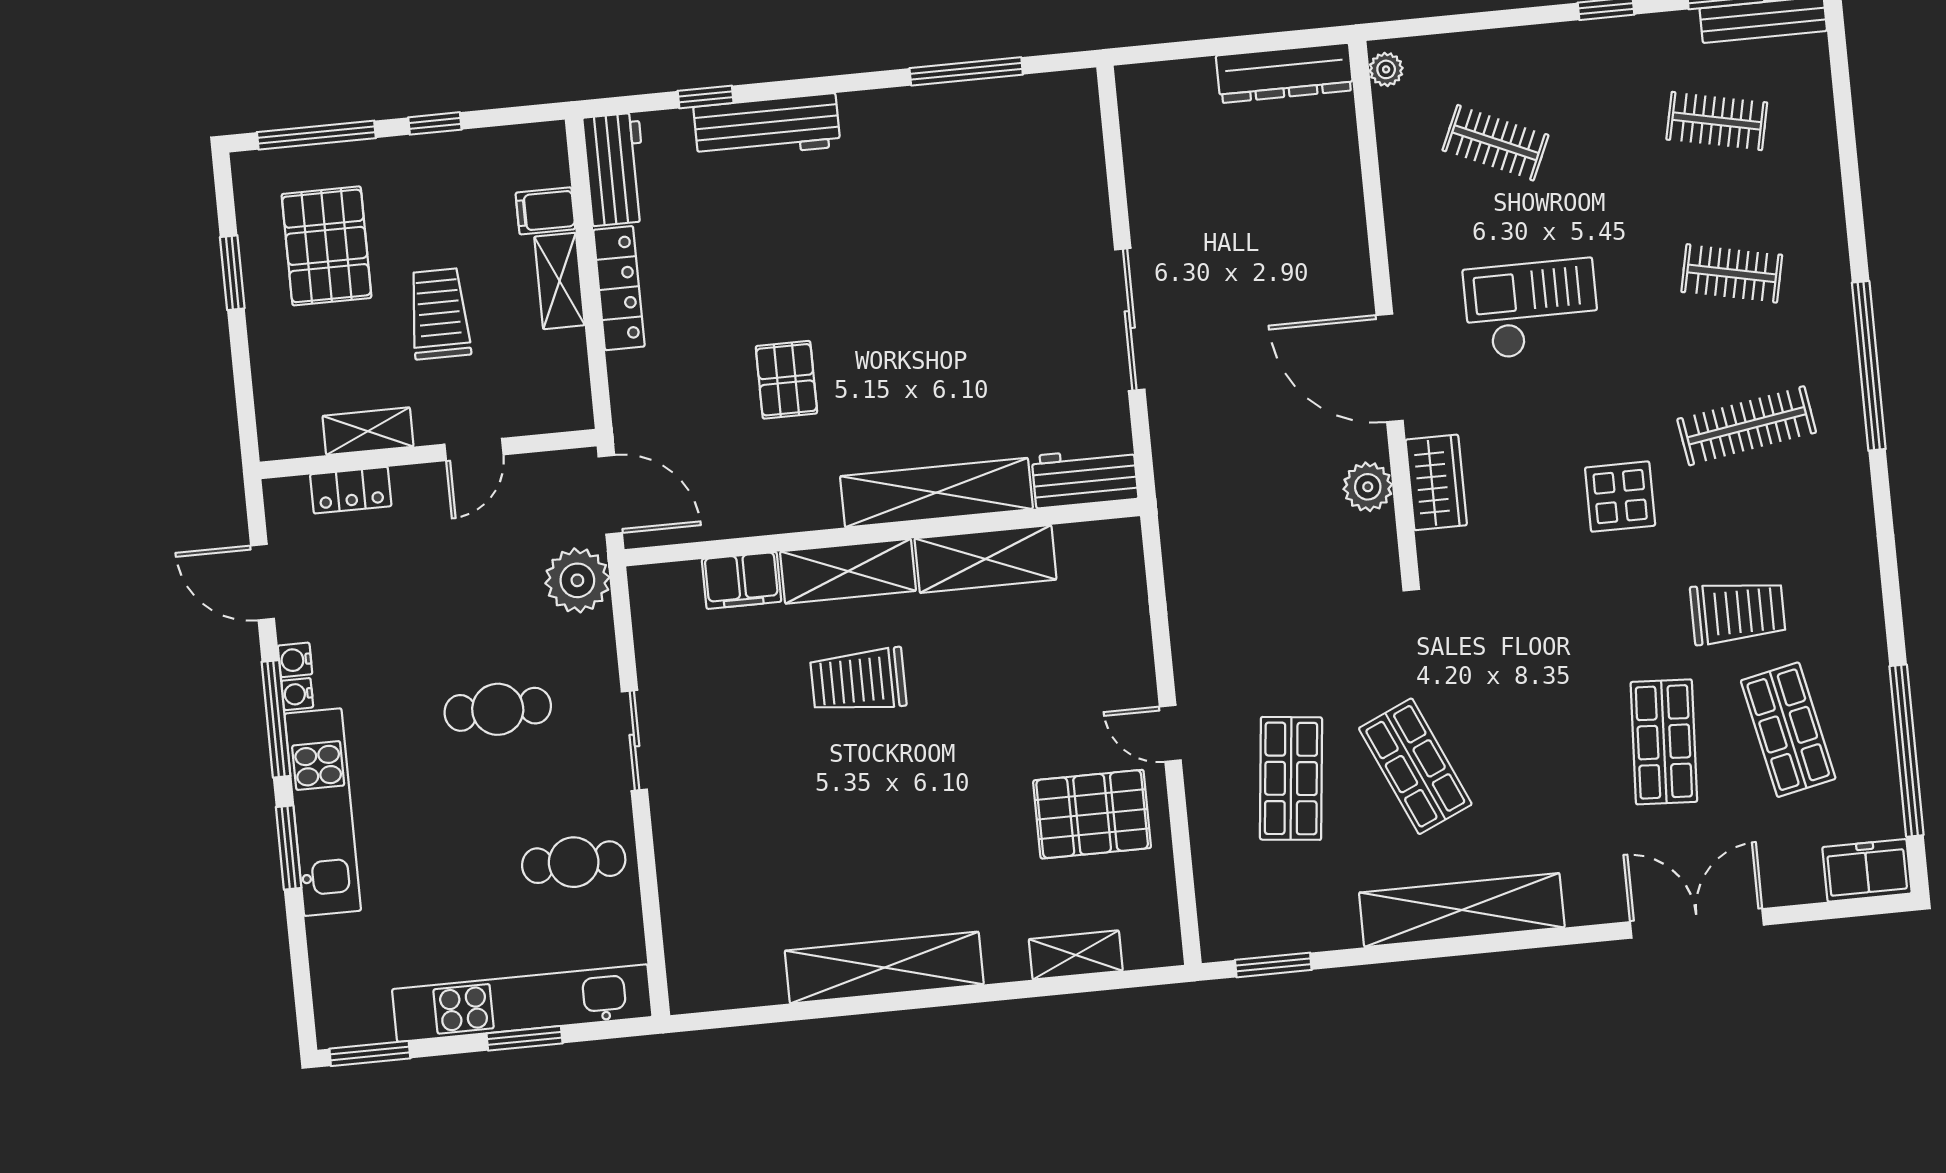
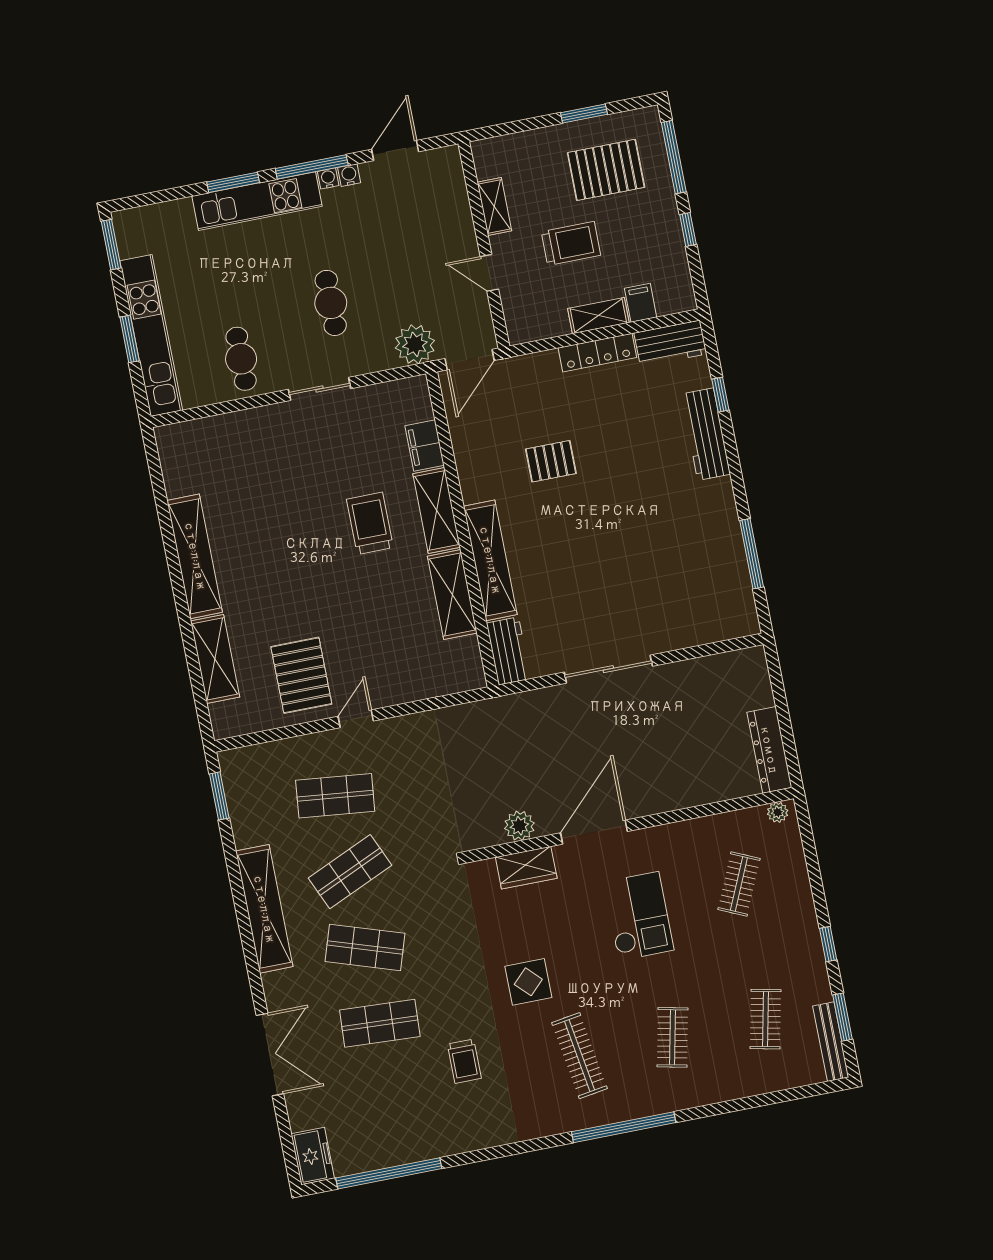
locker: (351, 490) -> (457, 199), removed
trolley: (1738, 612) -> (464, 1061), width x0.73, depth x0.72
shop shelf: (1788, 730) -> (365, 947), moved, turned 30
shelving: (1076, 955) -> (215, 659), width x1.50, depth x1.33

